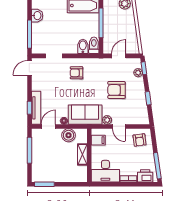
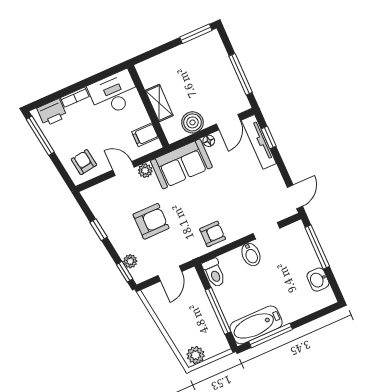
bidet: (83, 46) -> (251, 254), moved
armchair: (76, 73) -> (213, 234), moved

